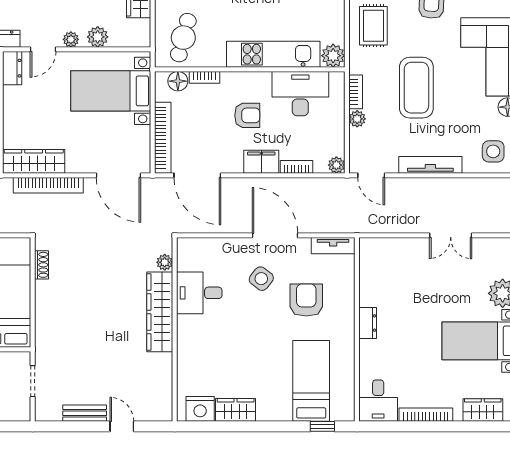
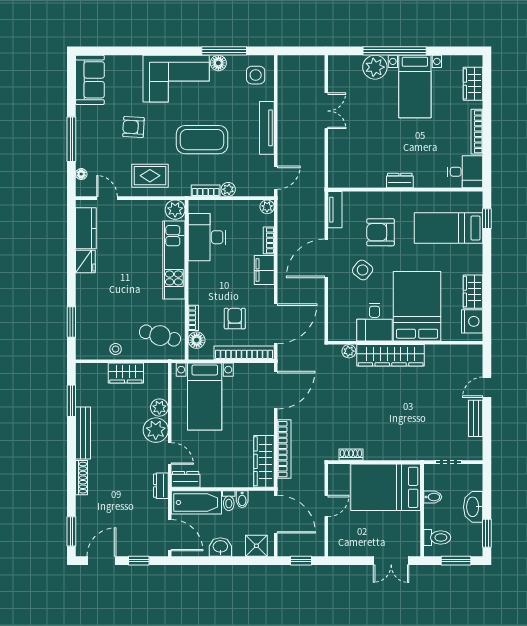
plant: (71, 39) -> (156, 430), width x1.88, depth x1.88
armchair: (247, 115) -> (235, 319), moved
bed: (218, 343) -> (417, 306), added

